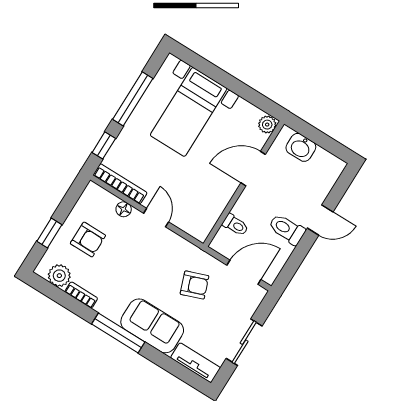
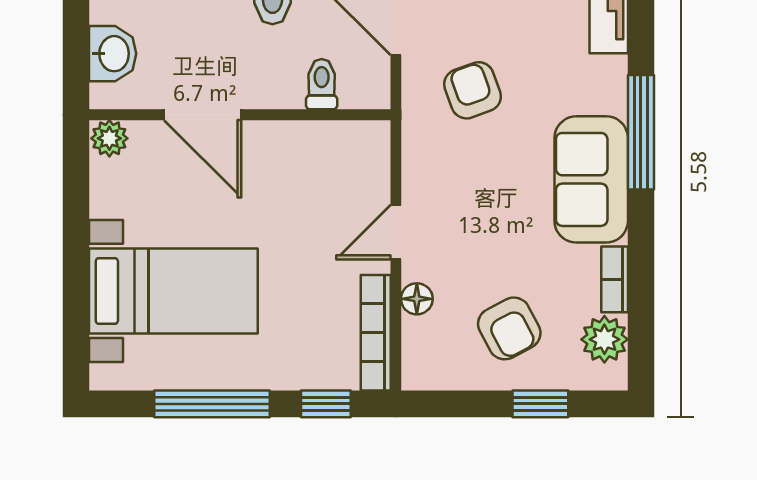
armchair: (88, 239) -> (509, 328), turned 152
sofa: (152, 326) -> (591, 179), moved
window: (118, 333) -> (641, 132), moved

